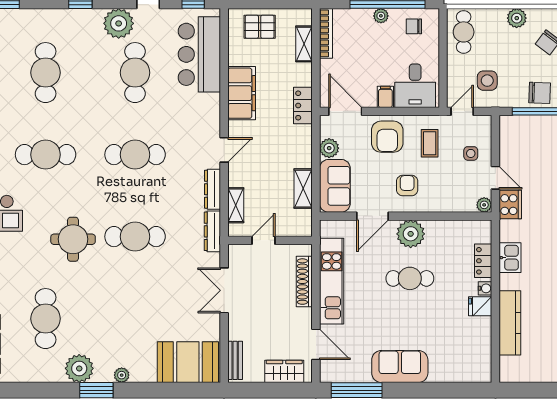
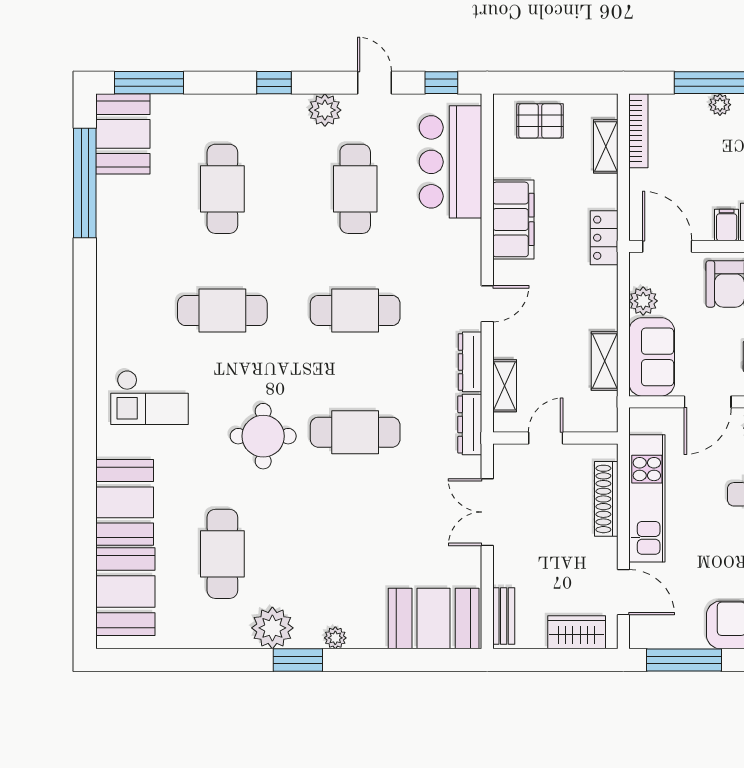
plant: (119, 23) -> (325, 110), width x0.73, depth x0.73

